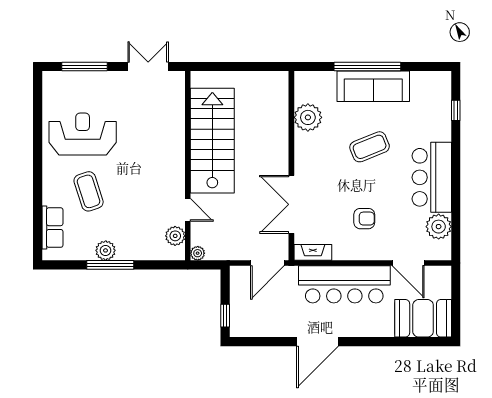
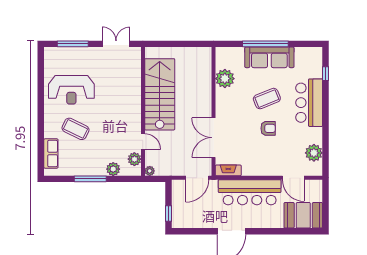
reception desk: (83, 134) -> (71, 90), turned 180
bar counter: (432, 177) -> (309, 103), moved
coffee table: (89, 191) -> (75, 129), turned -46
armchair: (364, 219) -> (268, 128), moved
plant: (106, 250) -> (113, 169), moved

